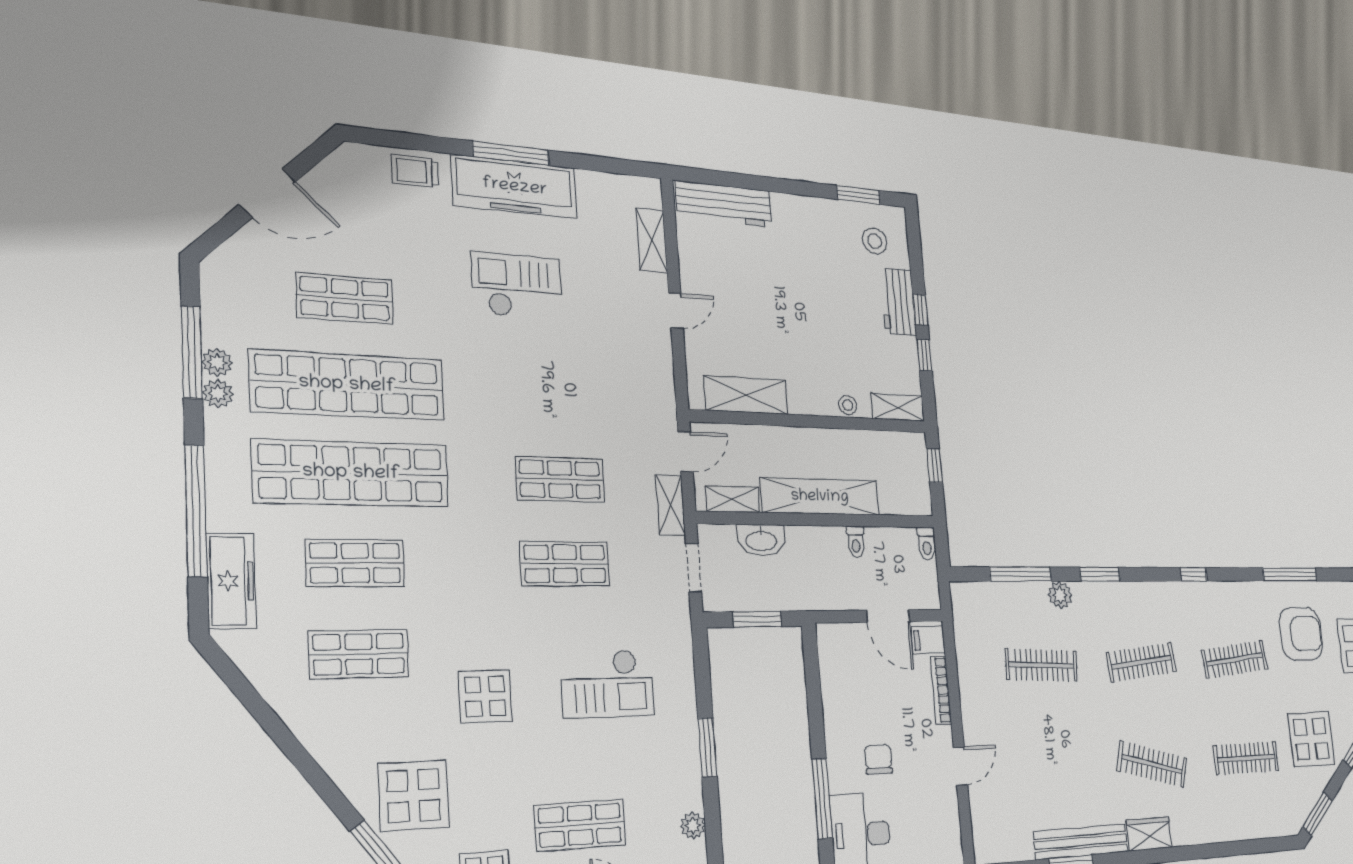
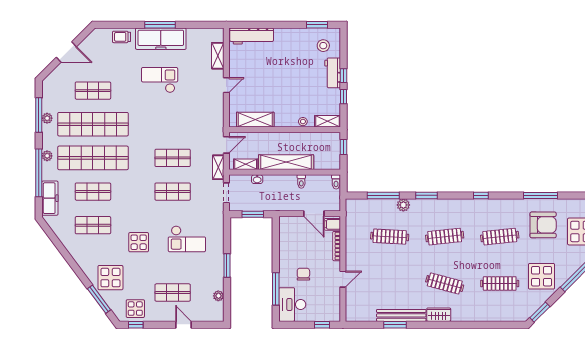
plant: (218, 393) -> (47, 156), moved
washbasin: (761, 540) -> (257, 179), width x0.52, depth x0.69

